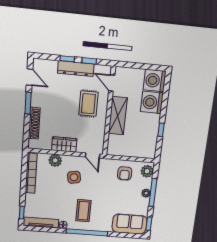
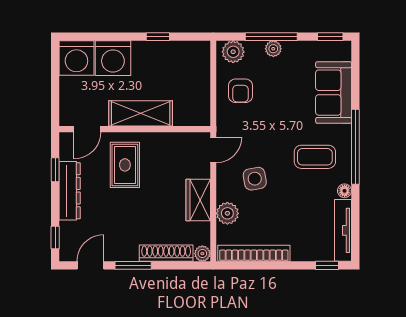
window: (67, 59) -> (55, 237), moved
rug: (88, 104) -> (125, 165), turned 90
plant: (33, 144) -> (202, 254), added
armchair: (125, 173) -> (240, 91), turned 90
sofa: (130, 224) -> (334, 93), moved

